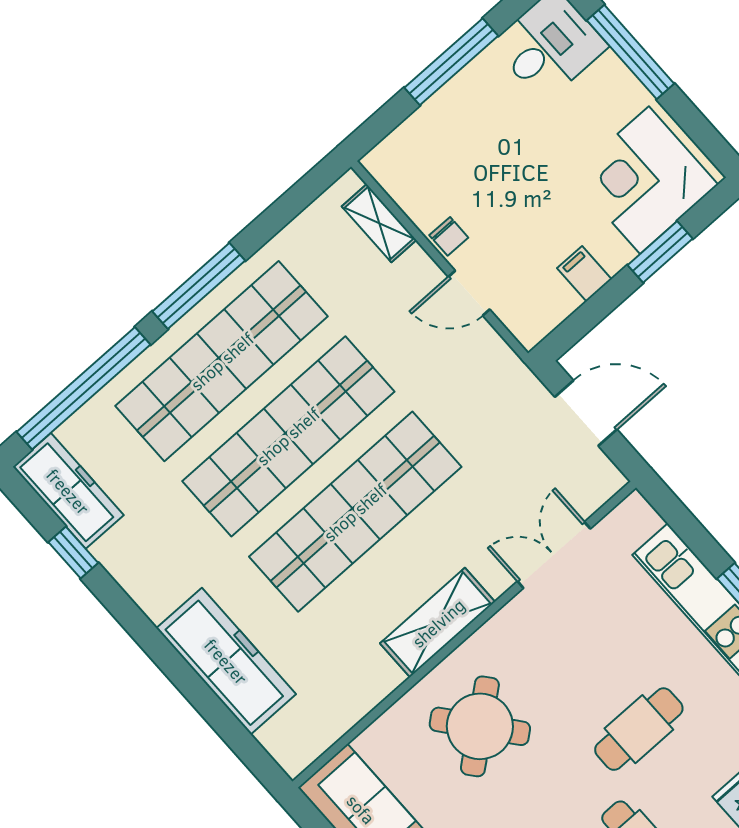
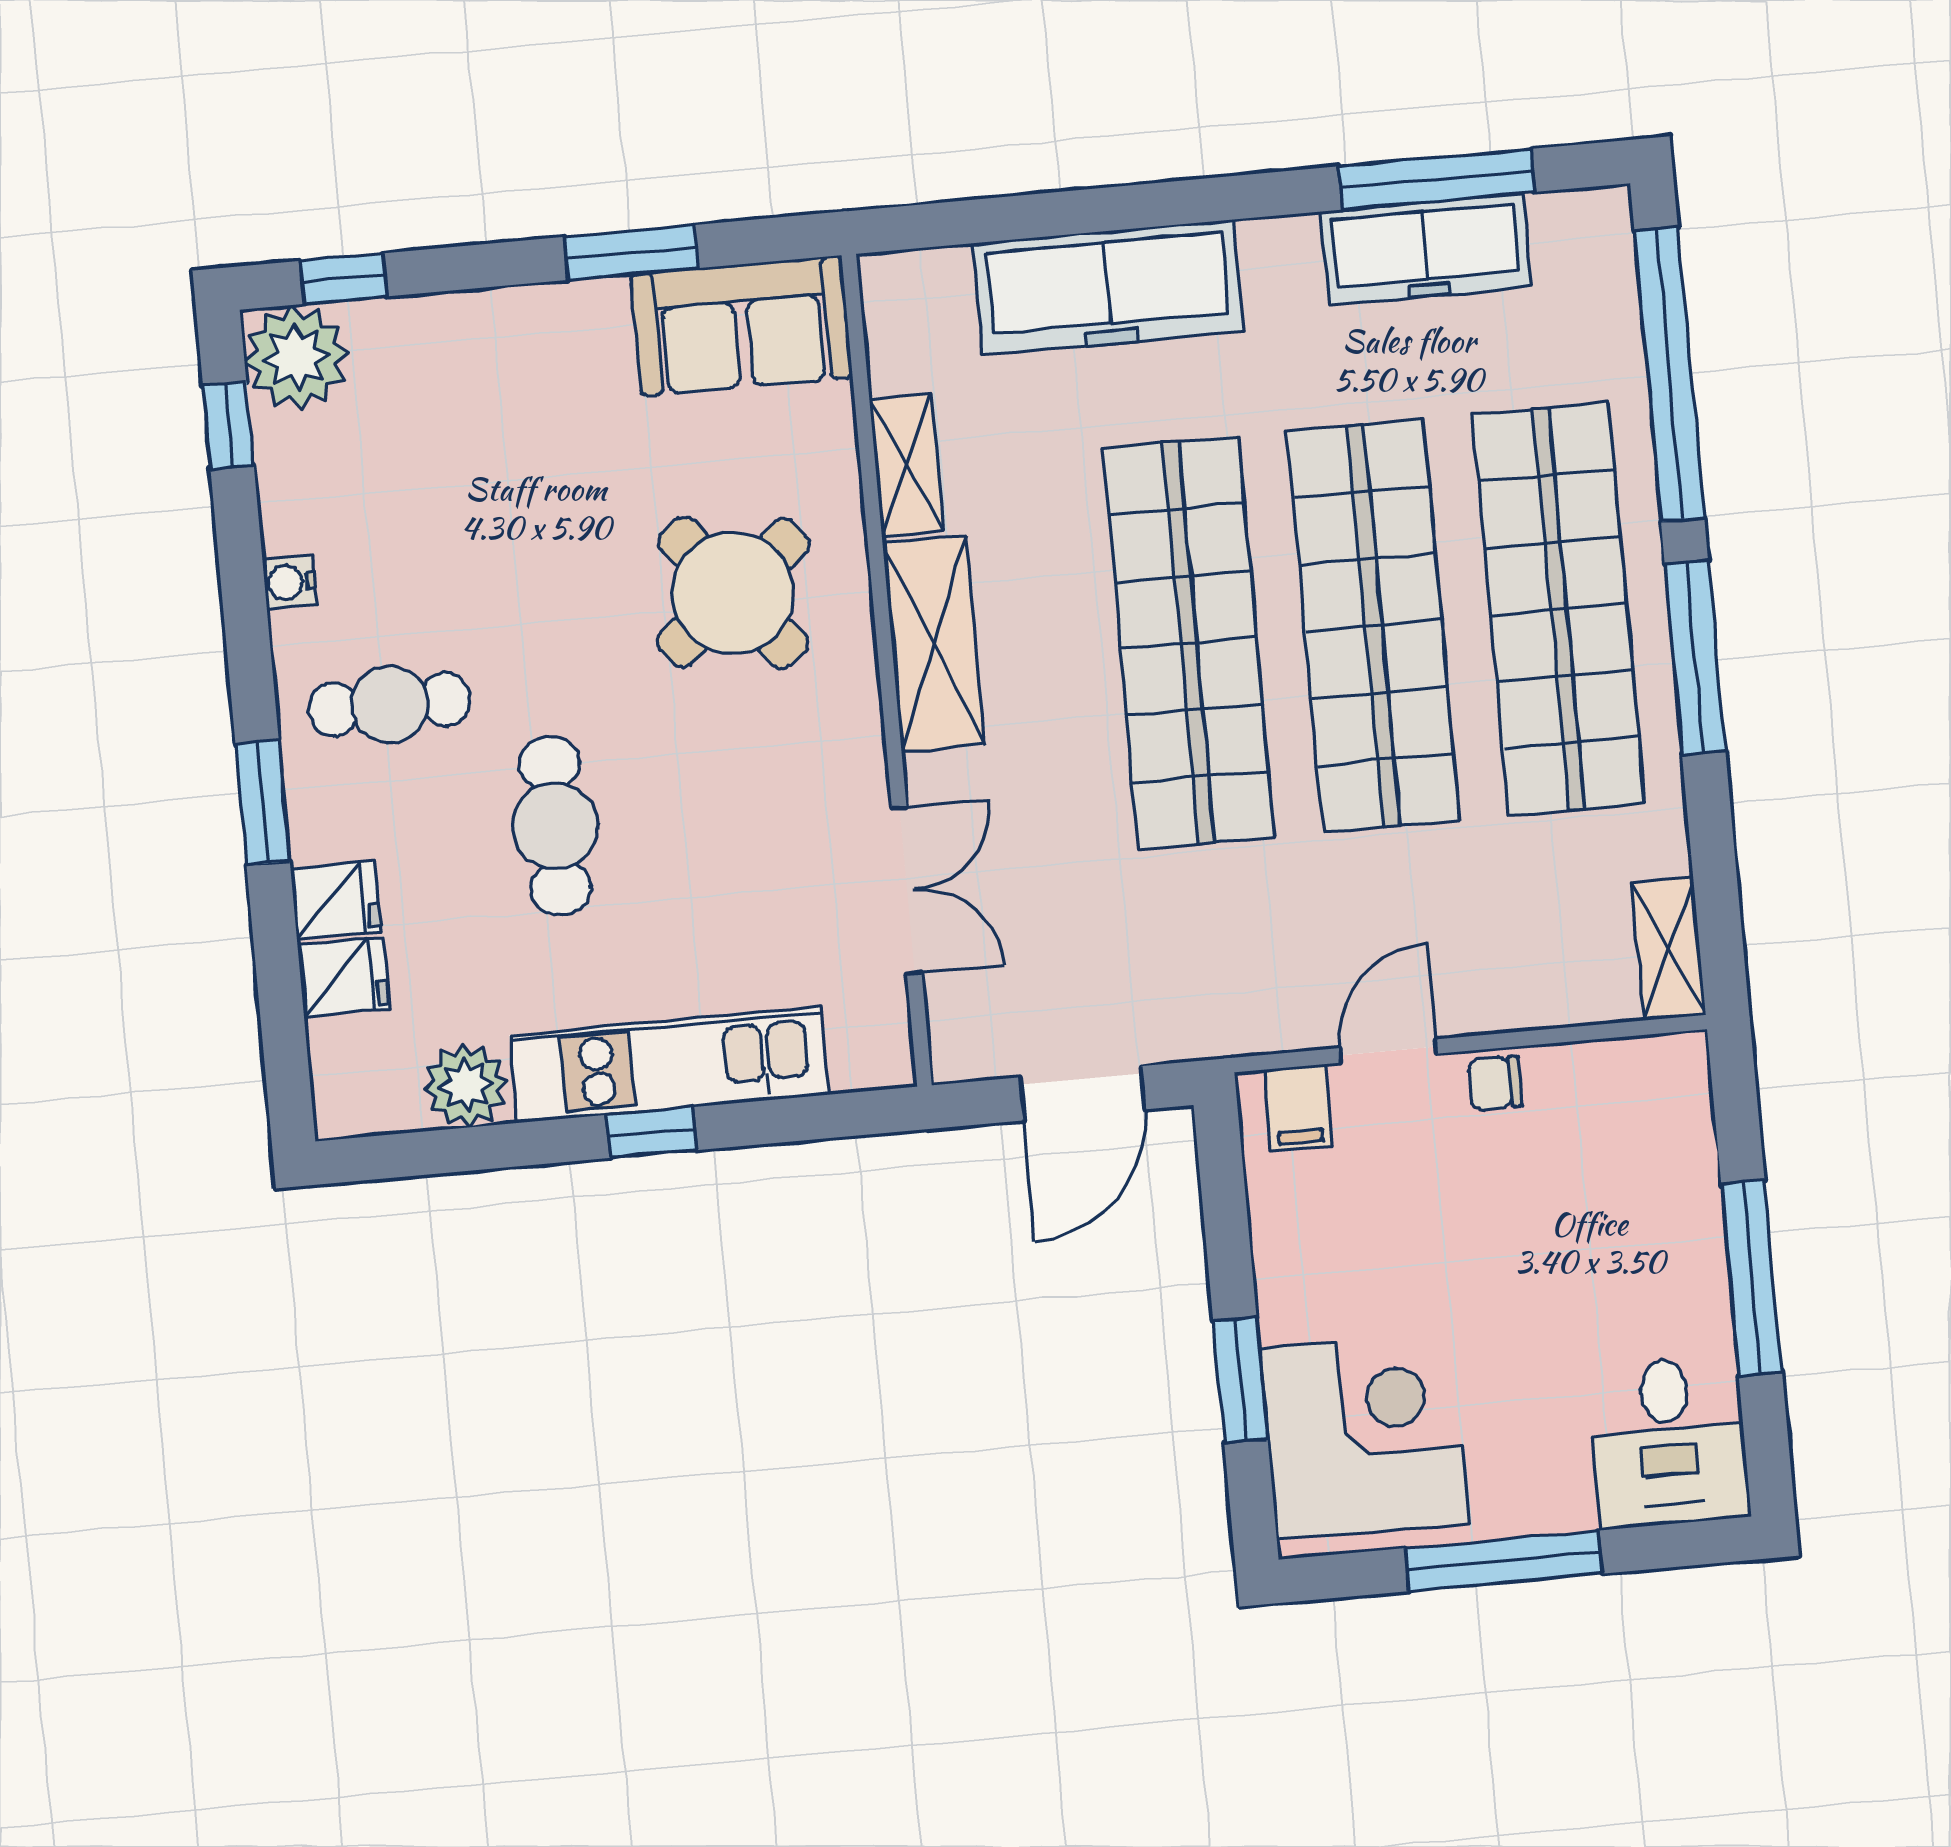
window: (630, 52) -> (1504, 1561), moved
shelving: (379, 223) -> (1669, 949), moved, turned 90
filing cabinet: (584, 274) -> (1298, 1108), moved, turned 90
freezer: (68, 491) -> (1426, 249), moved
window: (73, 553) -> (1437, 179), width x2.17
shelving: (368, 692) -> (907, 465), added

